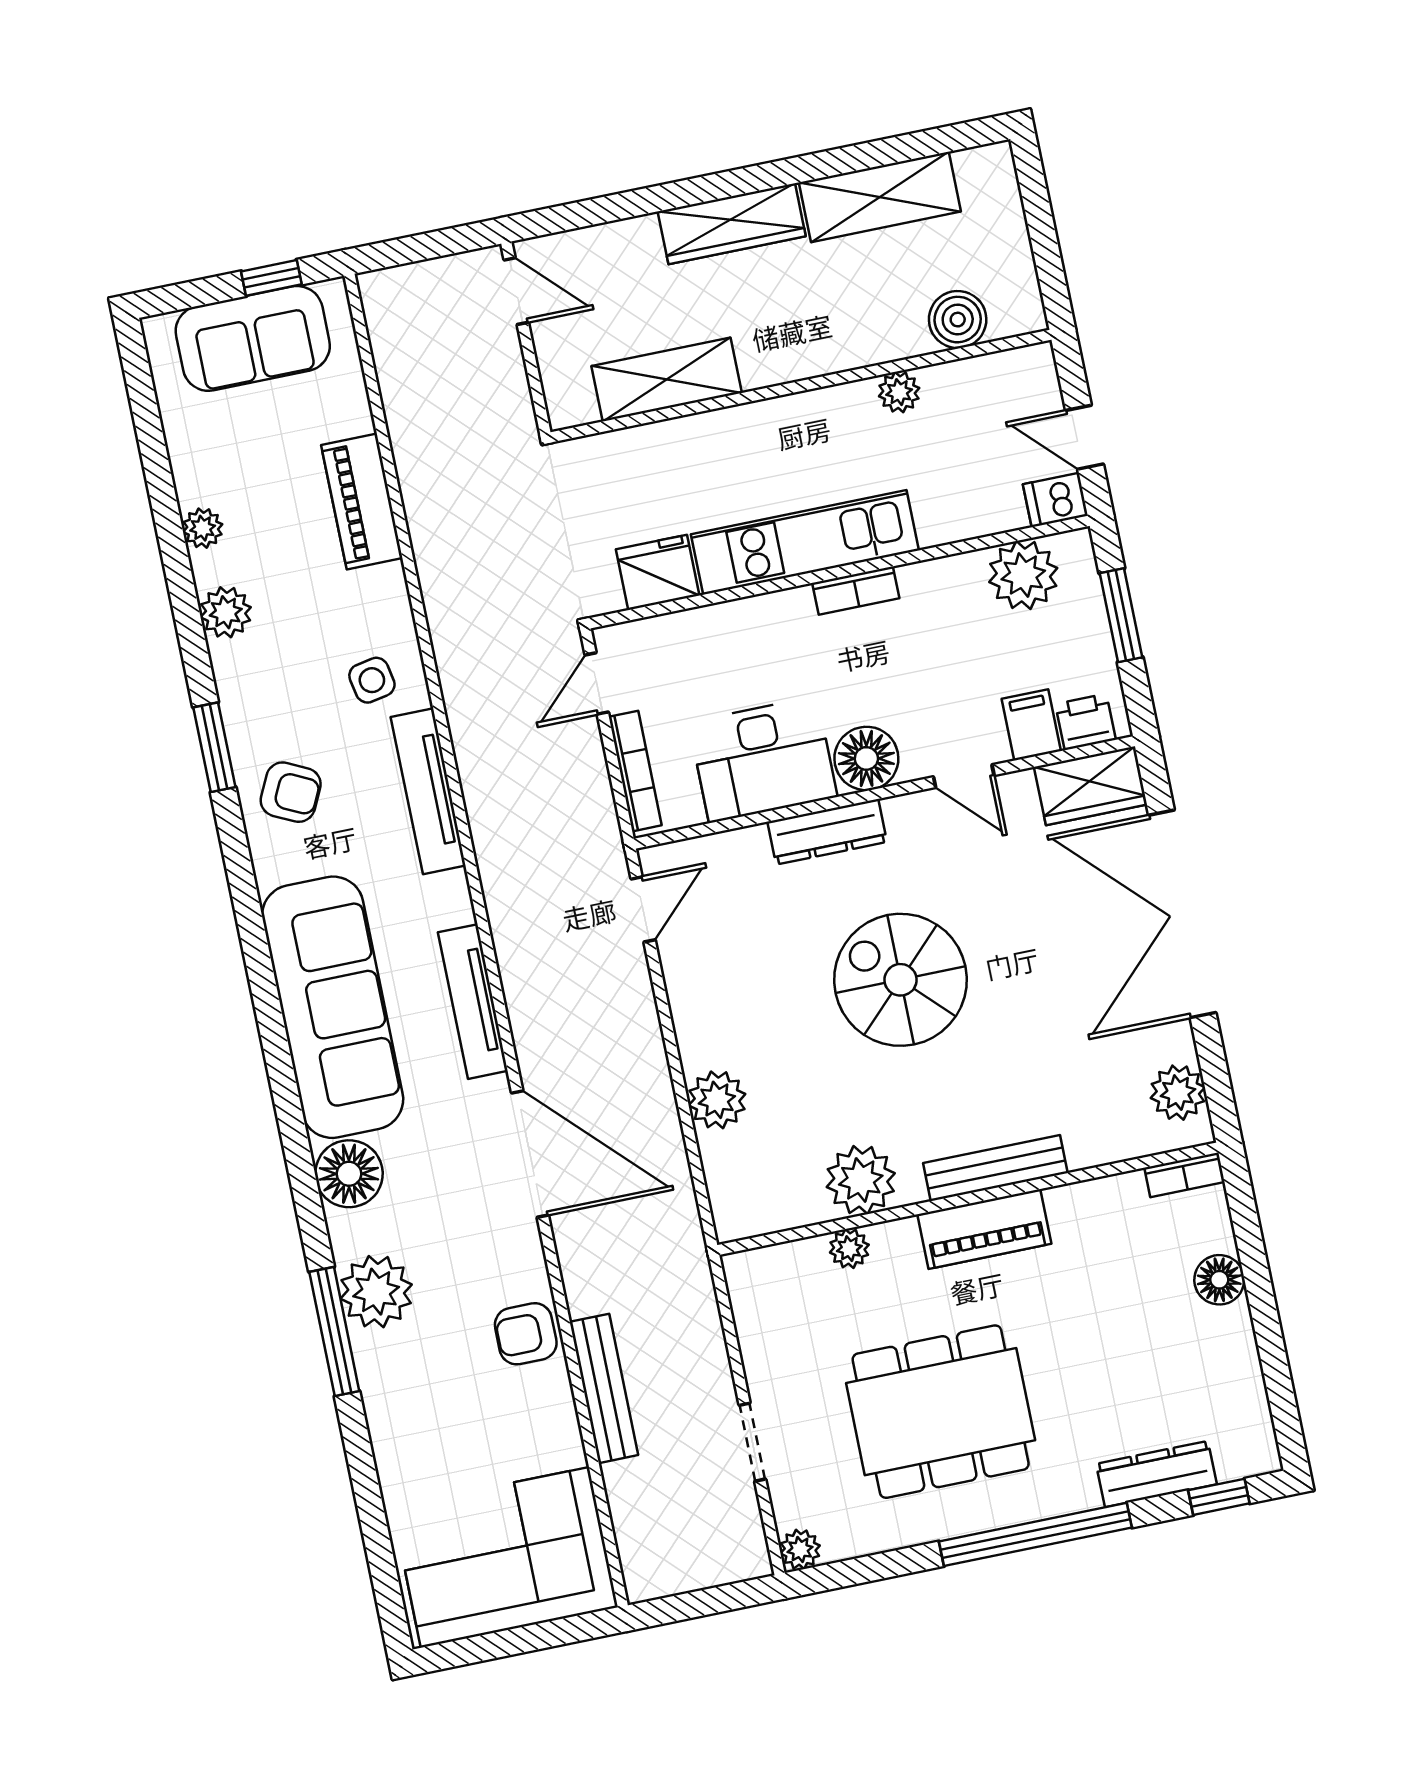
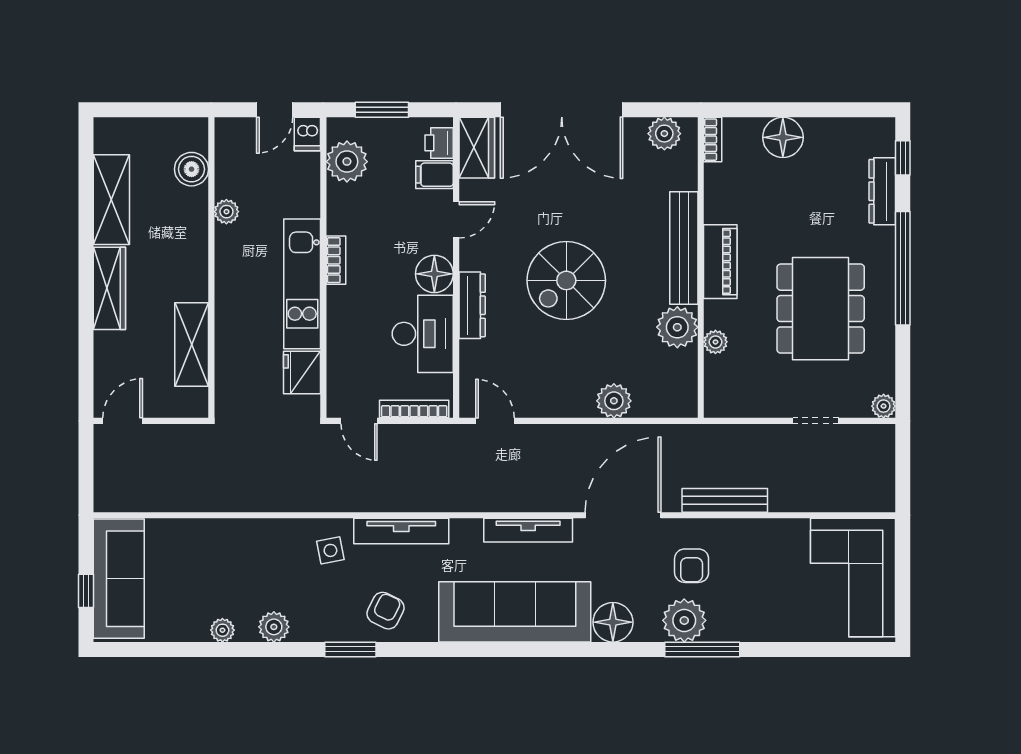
window: (271, 278) -> (86, 591), moved
sofa: (253, 338) -> (119, 579), width x1.36
piano: (362, 501) -> (226, 535), removed
bench: (995, 1168) -> (684, 248), width x1.37, depth x1.21
floor lamp: (1219, 1280) -> (783, 137), width x1.38, depth x1.38
armchair: (526, 1334) -> (692, 566), moved
bench: (604, 1388) -> (725, 500), moved

